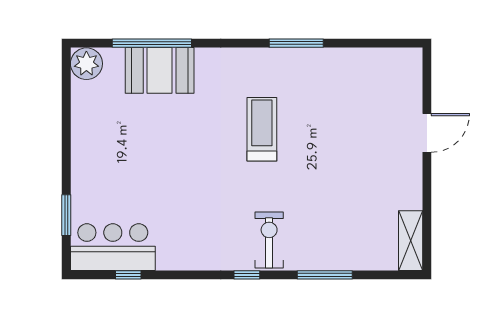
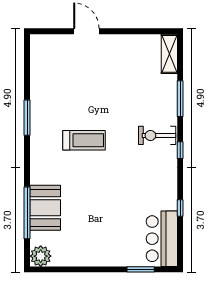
treadmill: (262, 129) -> (84, 140), turned 180
shelving: (411, 241) -> (169, 54), moved, turned 90
window: (128, 275) -> (180, 208), moved

